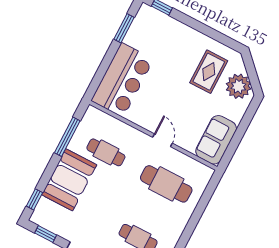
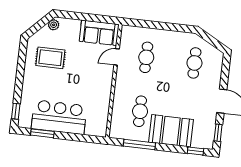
bar counter: (122, 80) -> (59, 117), moved
plant: (238, 86) -> (54, 25), width x0.53, depth x0.53
door: (163, 140) -> (117, 57), moved
cafe table: (166, 184) -> (146, 57), width x0.73, depth x0.74

